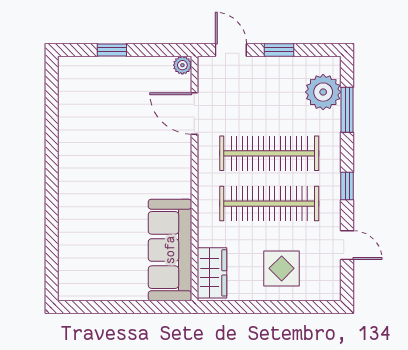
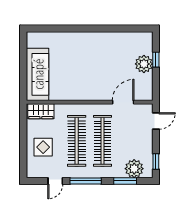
window: (279, 50) -> (156, 162), moved
plant: (182, 65) -> (144, 64), moved, width x1.88, depth x1.88
window: (347, 186) -> (86, 181), width x2.17
sofa: (170, 250) -> (38, 74), moved, turned 90

